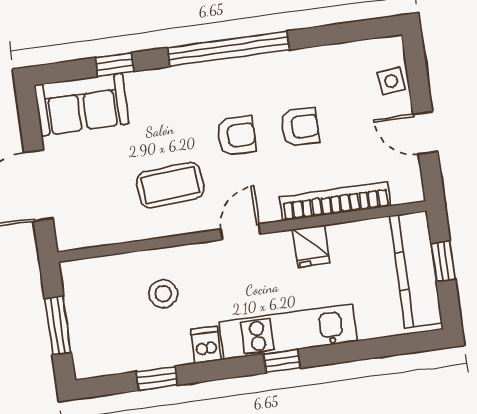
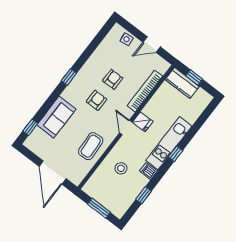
window: (228, 49) -> (69, 77), width x0.32
window: (115, 65) -> (30, 127), moved
sofa: (82, 104) -> (56, 117), moved
coffee table: (170, 185) -> (91, 146), moved
fridge: (311, 246) -> (143, 122), moved
kitchen counter: (416, 269) -> (182, 83), width x0.67

